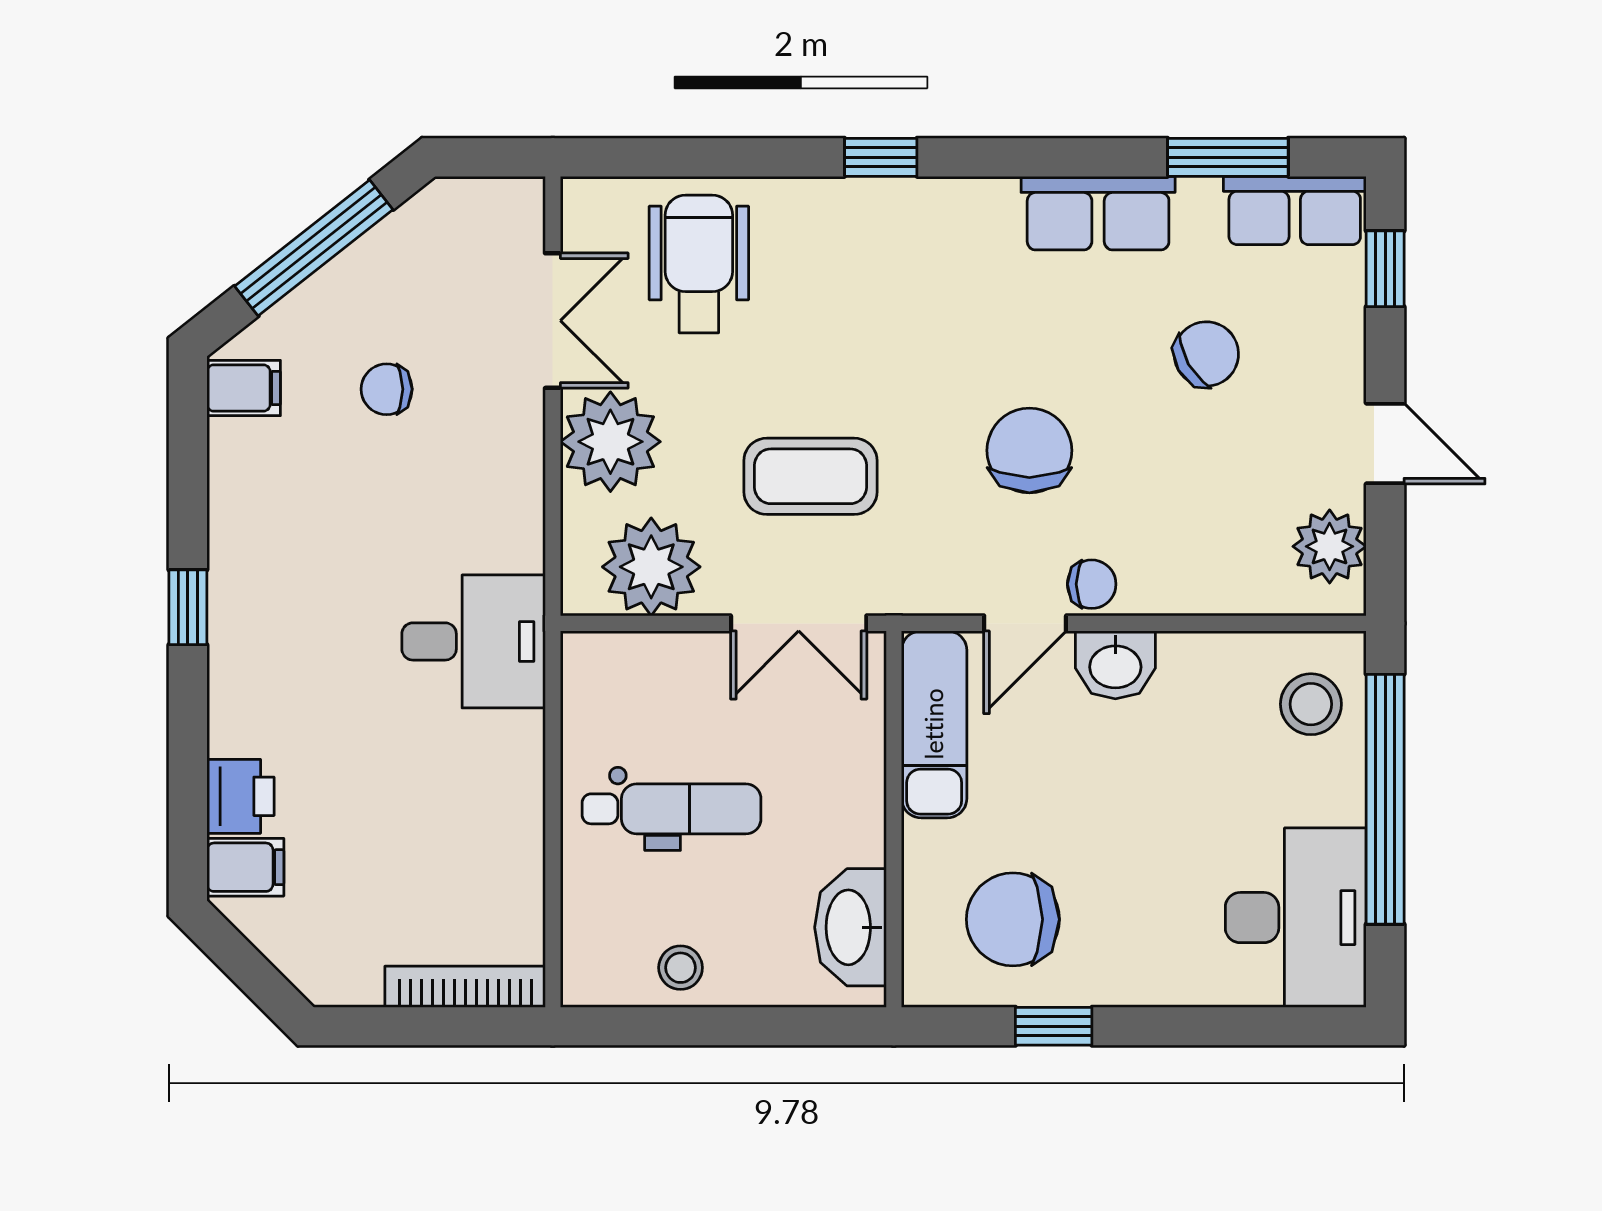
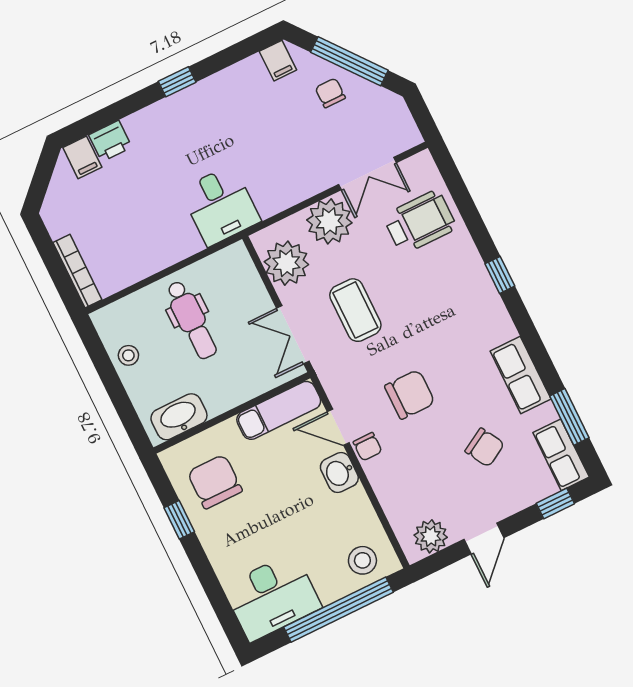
chair: (387, 389) -> (330, 93), moved

